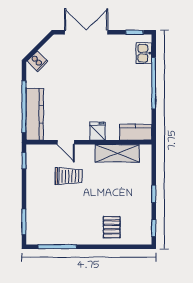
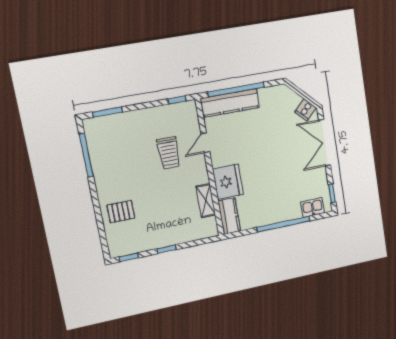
double door: (86, 32) -> (325, 143), swing flipped
cooker: (37, 61) -> (305, 110), moved
fridge: (98, 131) -> (228, 182), width x1.88, depth x1.34
shelving: (117, 153) -> (206, 201), width x0.67, depth x0.75

